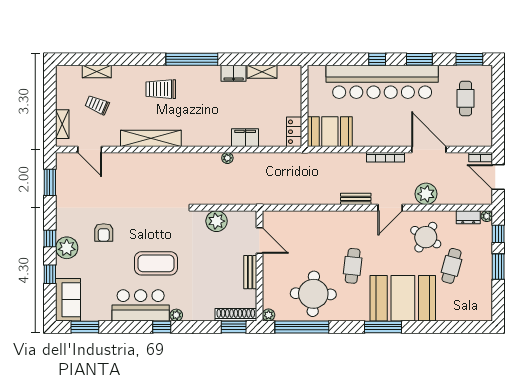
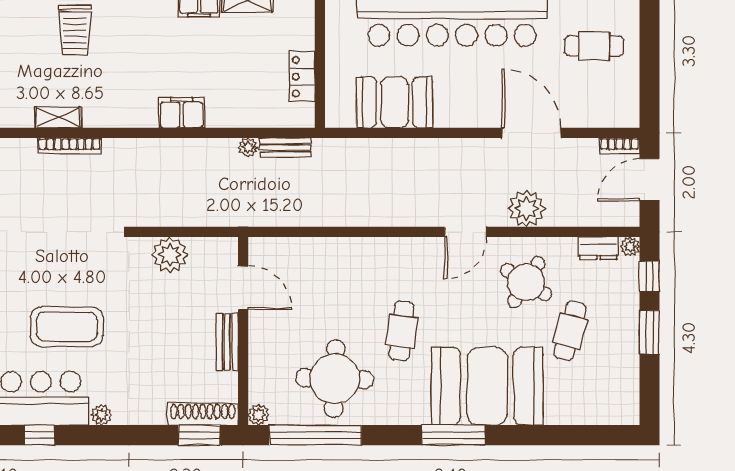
trolley: (161, 89) -> (75, 30), turned -90
cafe table: (466, 98) -> (594, 46), turned 90
locker: (294, 132) -> (302, 77), moved
booth: (330, 132) -> (395, 102), moved
shelving: (151, 138) -> (58, 117), width x0.45, depth x0.75
filing cabinet: (245, 138) -> (182, 113), moved
bookcase: (385, 157) -> (69, 146), moved
plant: (227, 158) -> (248, 147), moved
door: (498, 177) -> (649, 180), hinge flipped
bench: (356, 199) -> (285, 148), moved
window: (162, 327) -> (40, 435), moved

